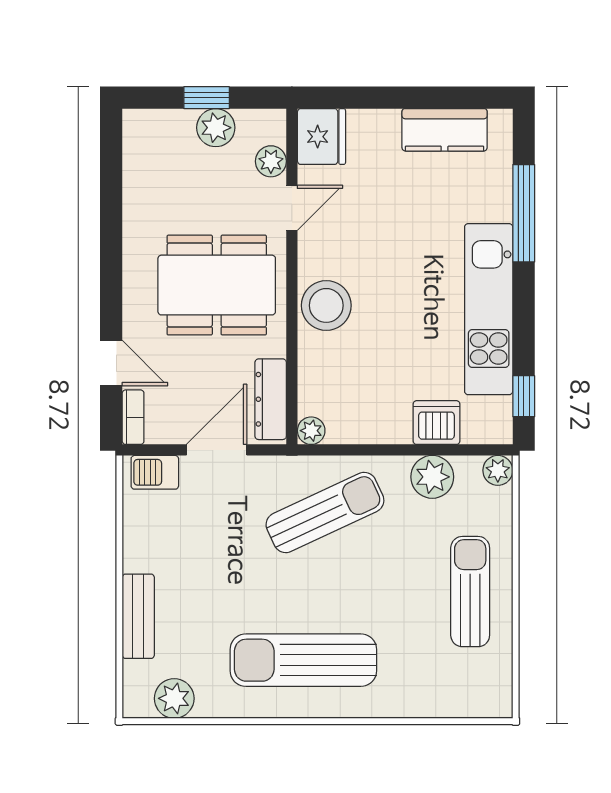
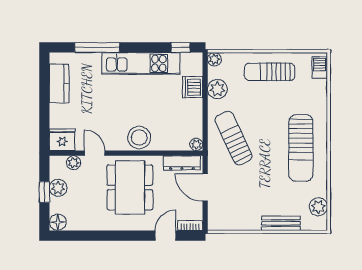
floor lamp: (140, 127) -> (58, 222), added
barbecue: (155, 472) -> (320, 68), moved, turned 180

